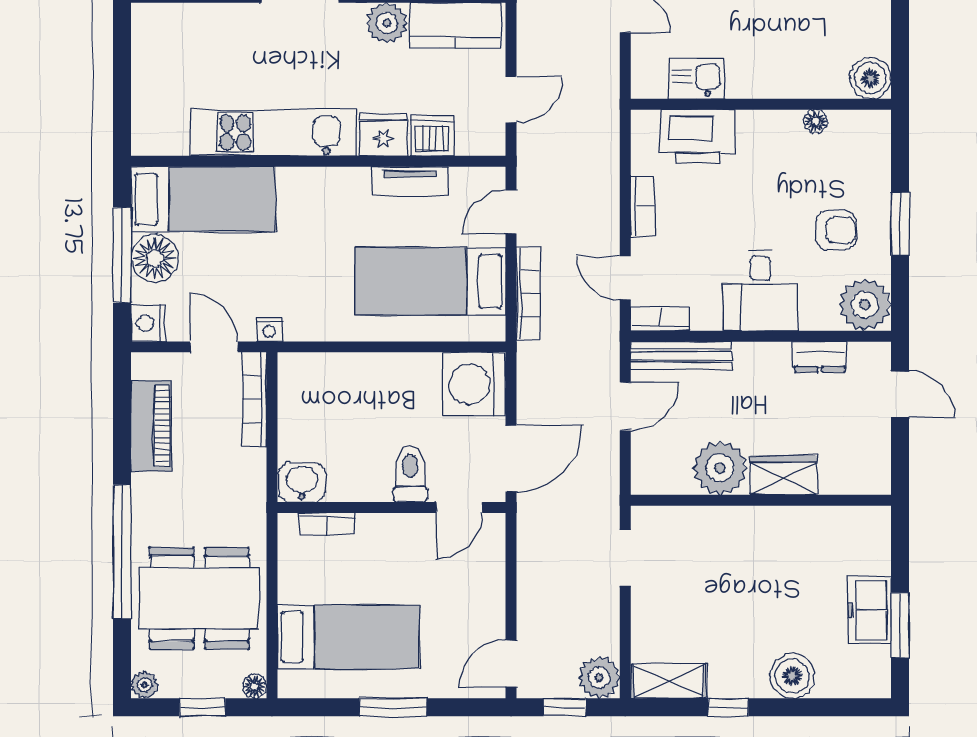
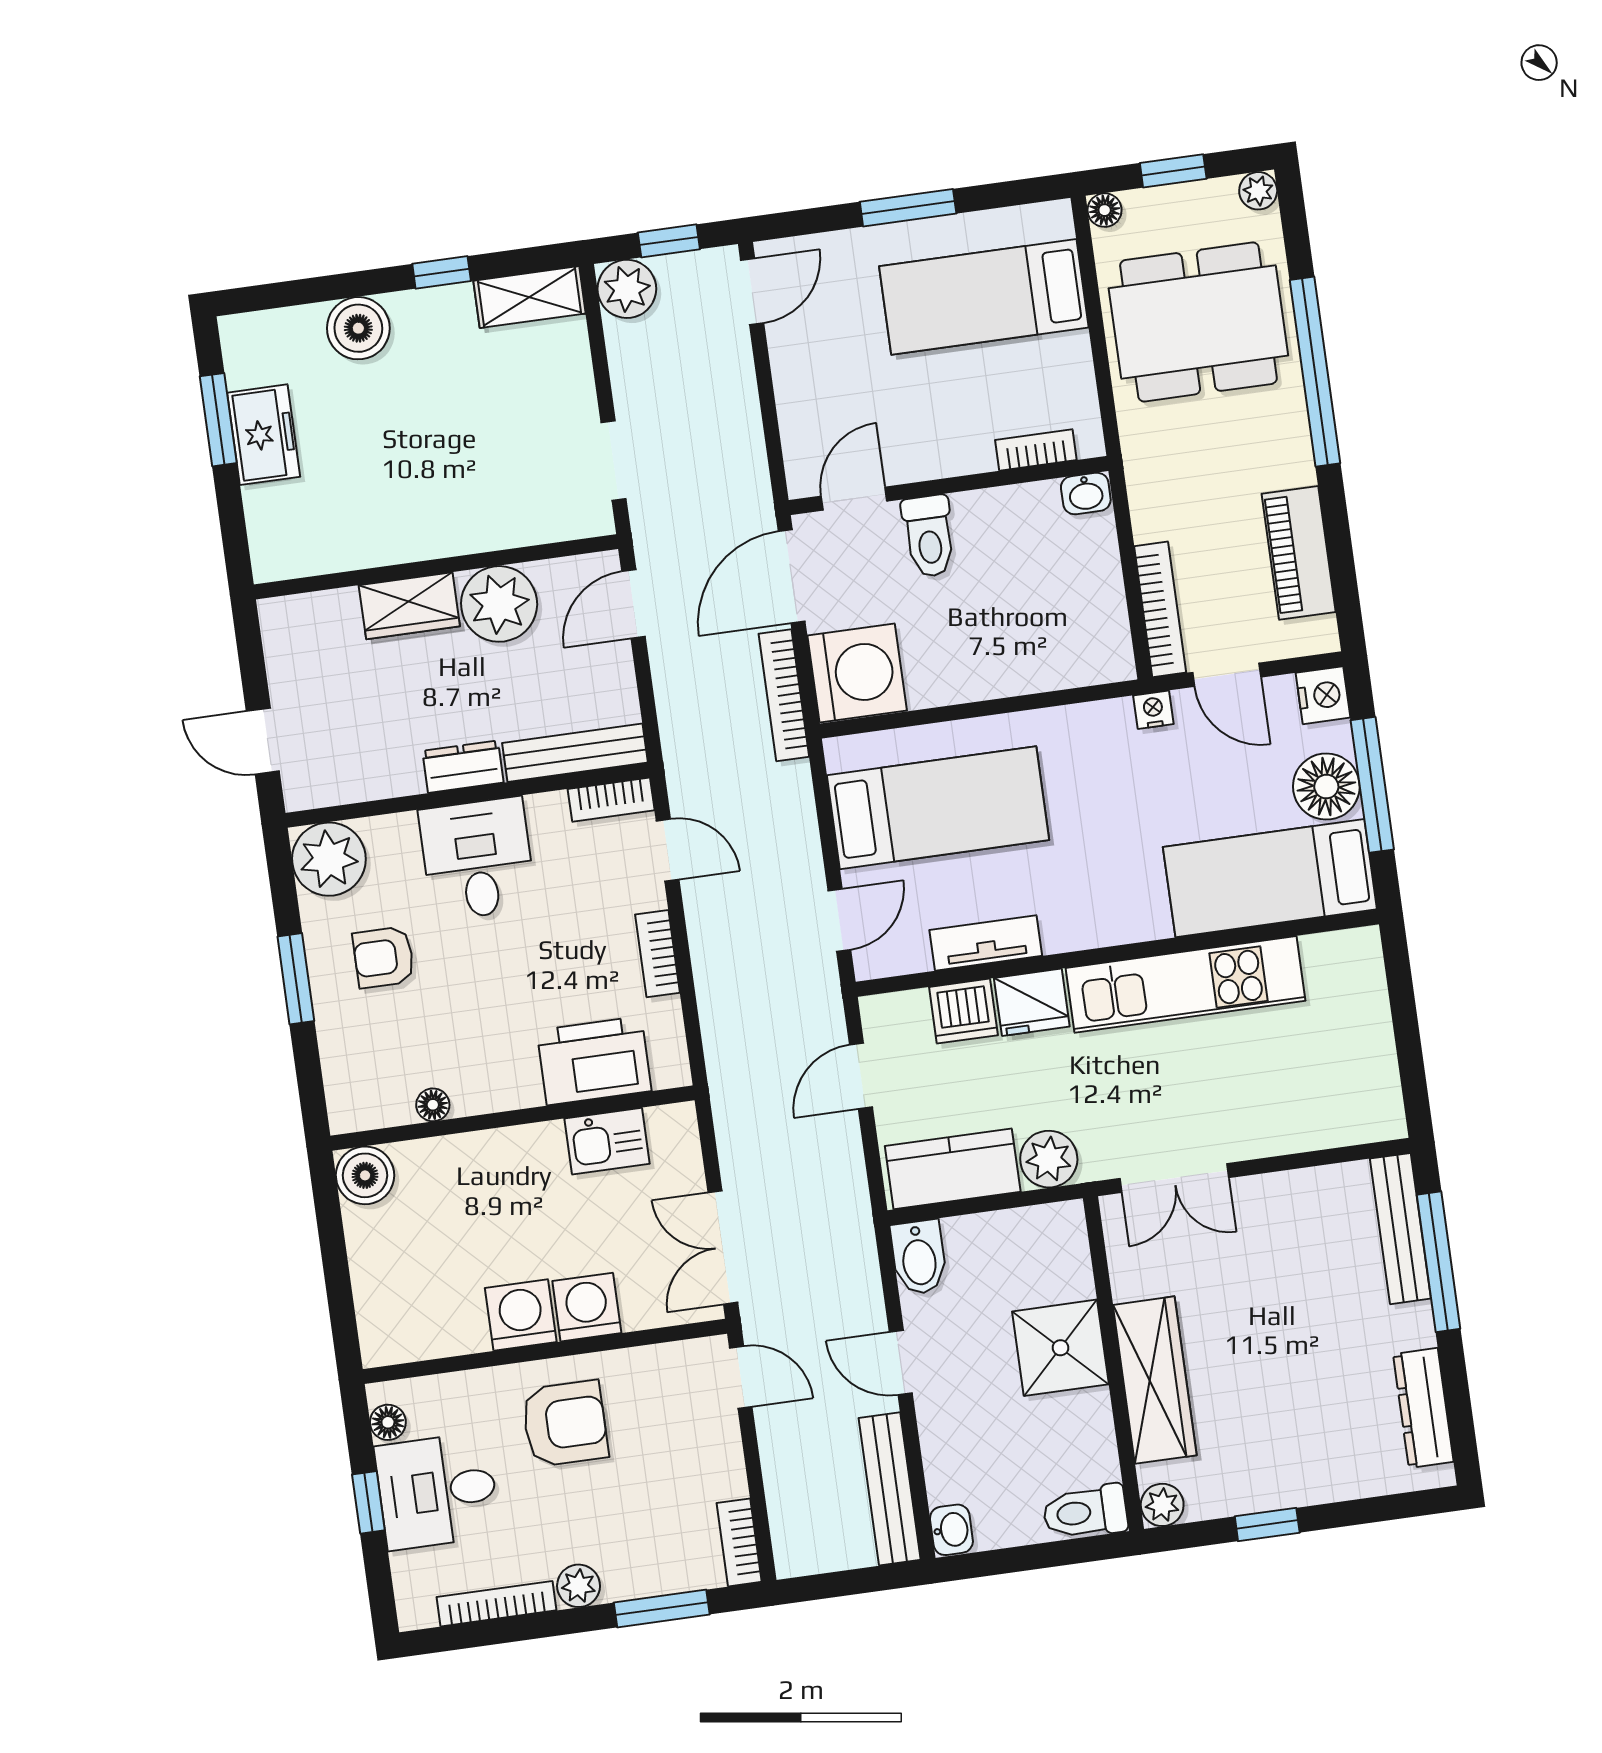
bookcase: (528, 293) -> (784, 695), moved
dresser: (820, 357) -> (463, 767), moved
door: (625, 406) -> (634, 604), moved
washbasin: (302, 482) -> (1086, 494), width x0.72, depth x0.69

